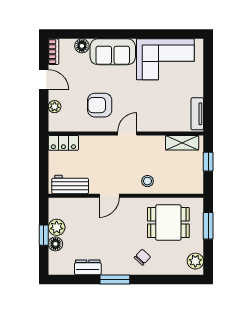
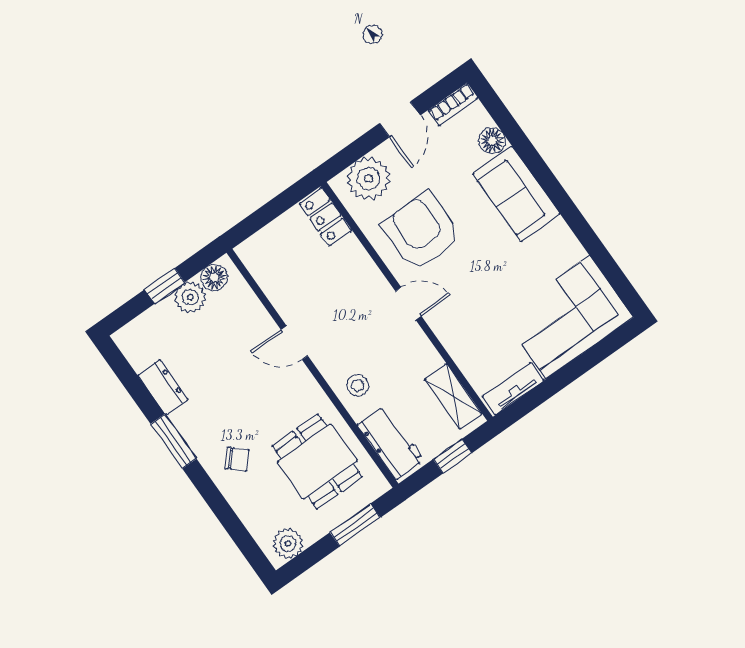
corner sofa: (165, 59) -> (568, 317), moved, turned 90
armchair: (100, 105) -> (422, 231), width x1.36, depth x1.36
plant: (55, 107) -> (368, 179), width x1.88, depth x1.88
workbench: (70, 184) -> (391, 442), moved
floor lamp: (55, 244) -> (214, 278), moved

